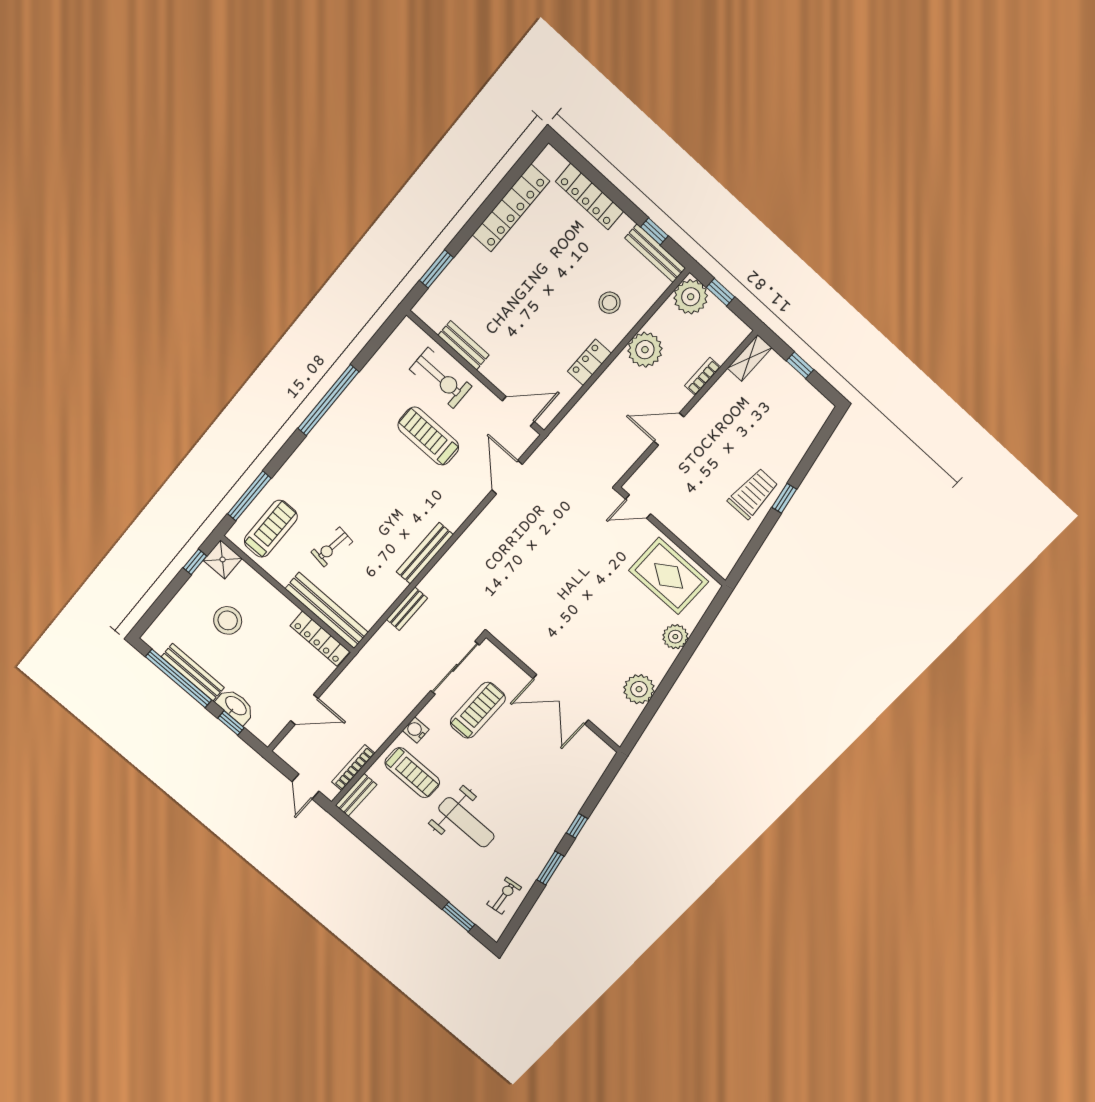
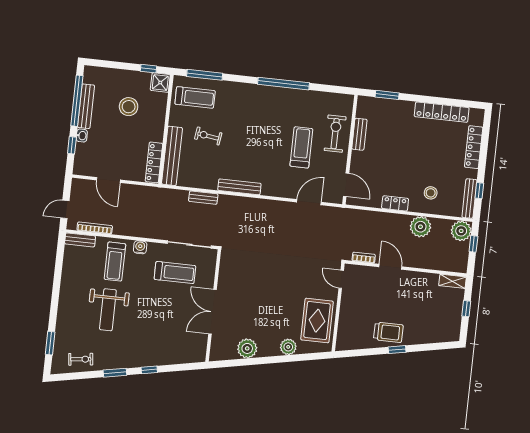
bookcase: (703, 376) -> (364, 258), moved
exercise bike: (441, 378) -> (335, 134), turned 180
washbasin: (235, 706) -> (82, 136), width x0.52, depth x0.69

